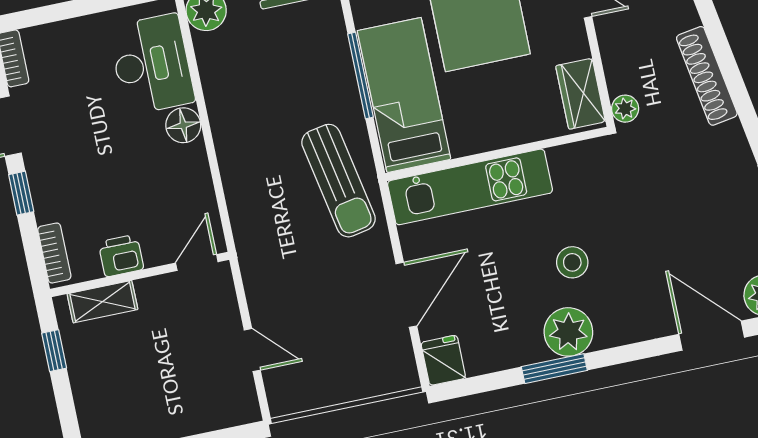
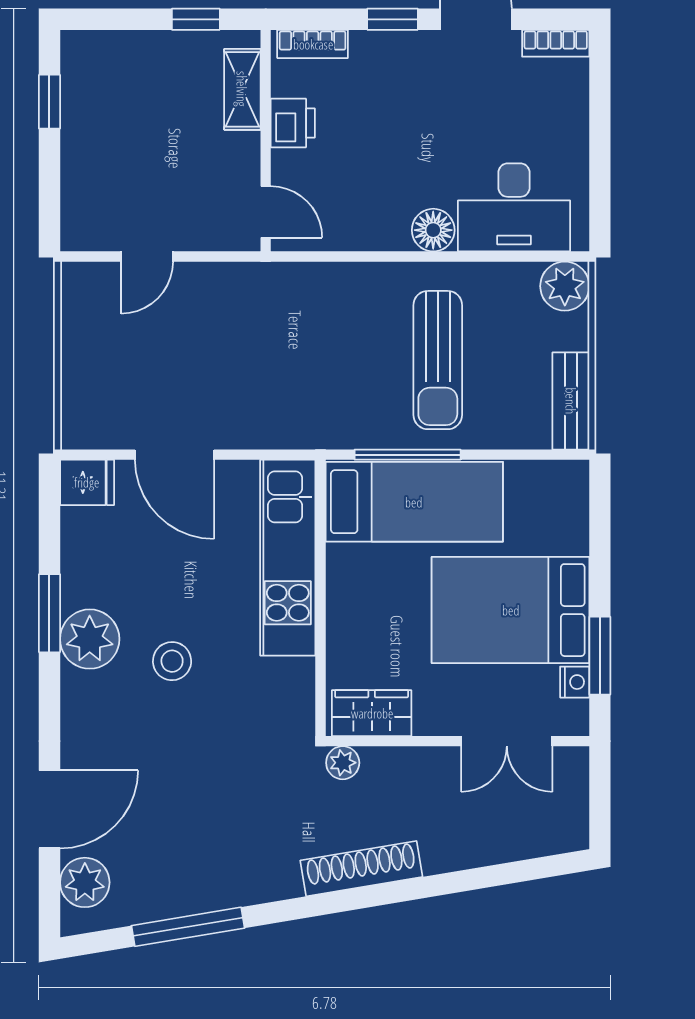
window: (361, 76) -> (408, 455), moved
sun lounger: (339, 181) -> (438, 360), moved, turned -79

